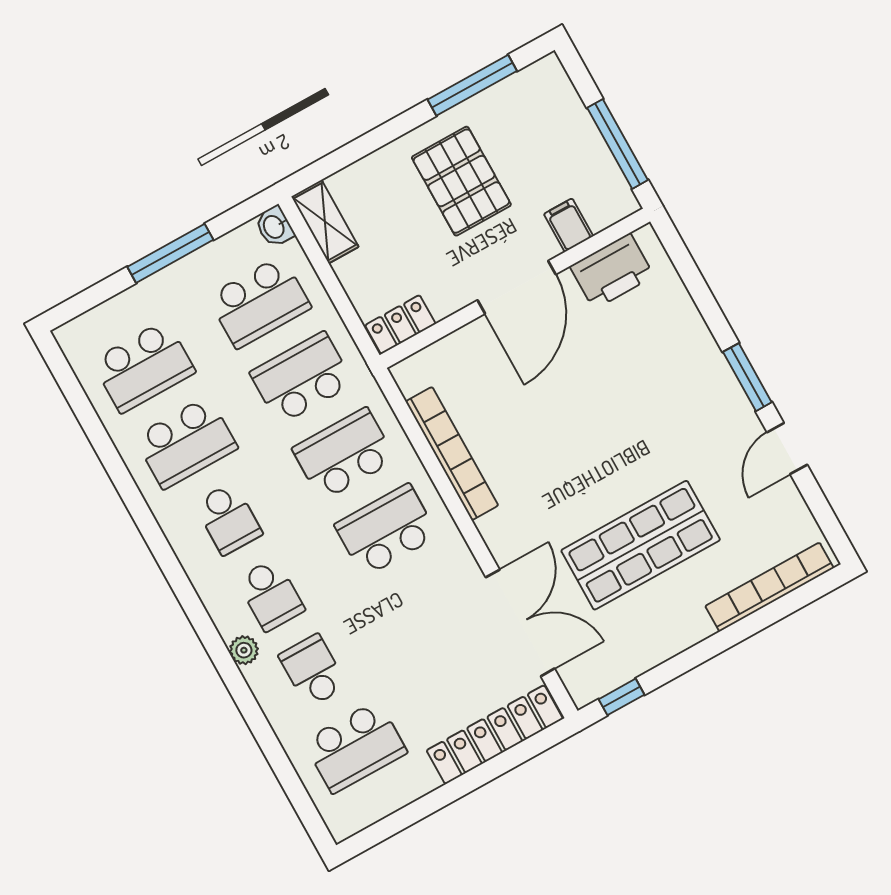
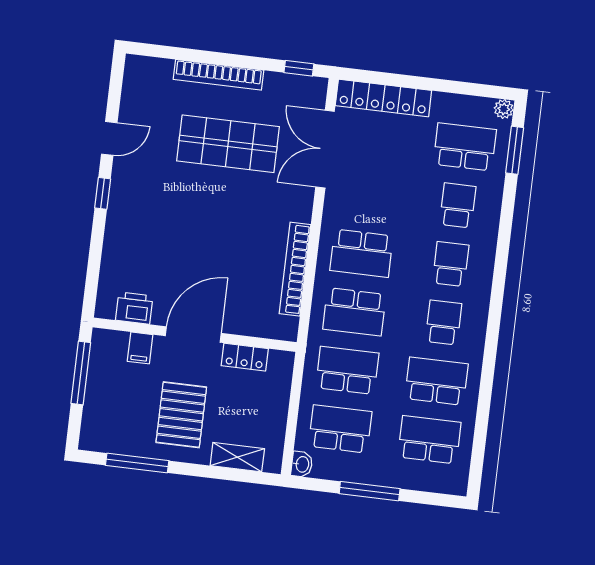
shelving: (325, 222) -> (237, 457), moved, turned 90
printer: (612, 271) -> (134, 308), width x0.73, depth x0.84
locker: (400, 325) -> (245, 357), moved
window: (747, 377) -> (103, 193), width x0.67
school desk: (302, 378) -> (347, 370), turned 180
bookcase: (769, 587) -> (218, 75), moved
plant: (244, 650) -> (504, 109), moved
school desk: (313, 671) -> (458, 205), turned 180
window: (293, 786) -> (515, 150), added

